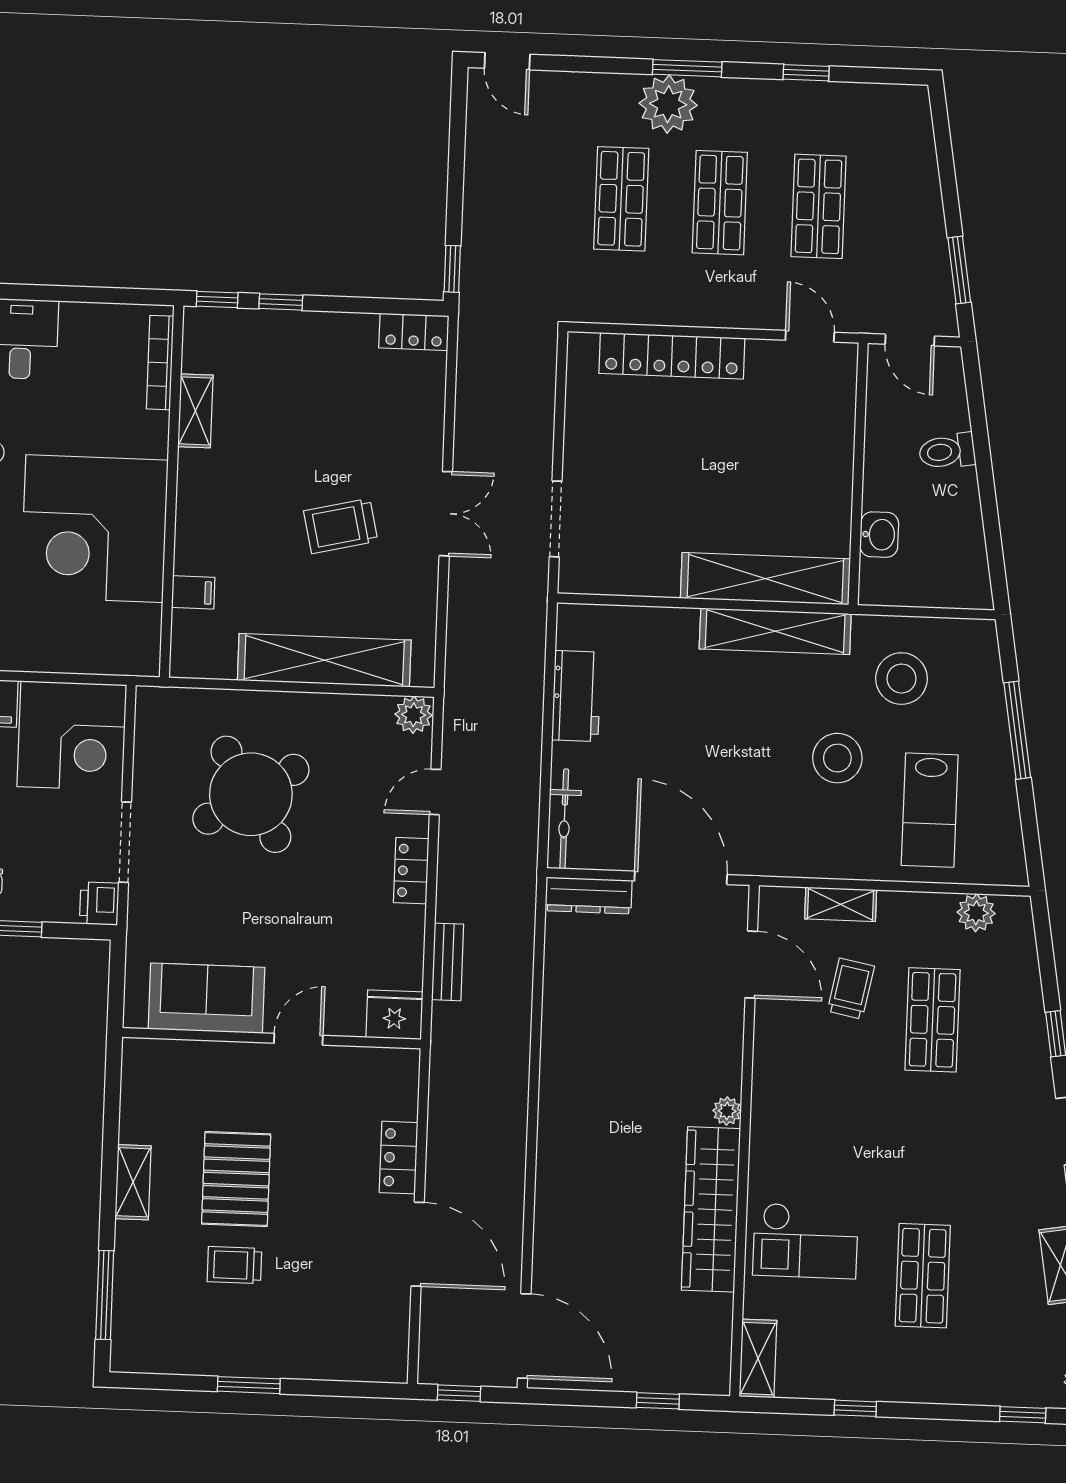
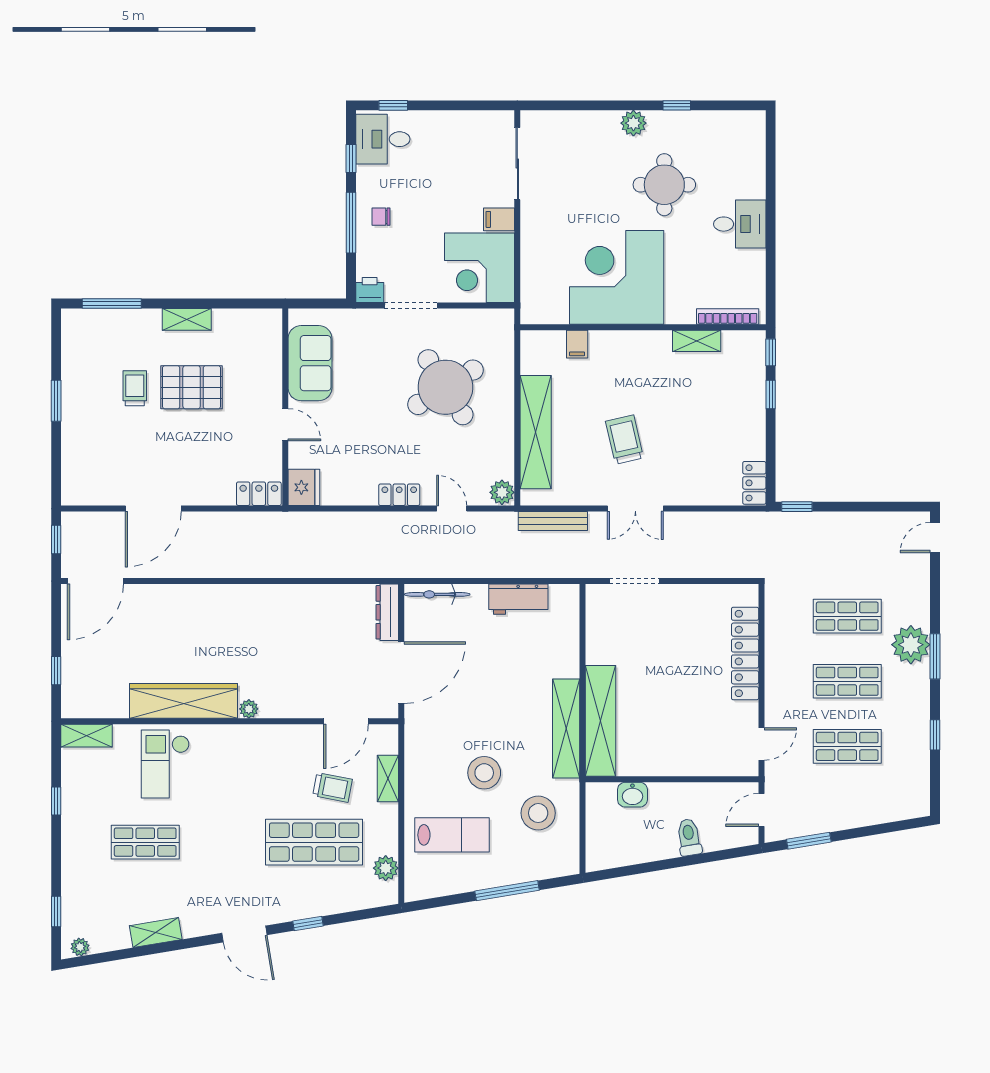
lab bench: (930, 810) -> (452, 835), turned 180
bench: (448, 962) -> (553, 521), moved, width x1.36
shop shelf: (933, 1020) -> (314, 842), width x1.43, depth x1.36
locker: (399, 1158) -> (259, 494), moved

